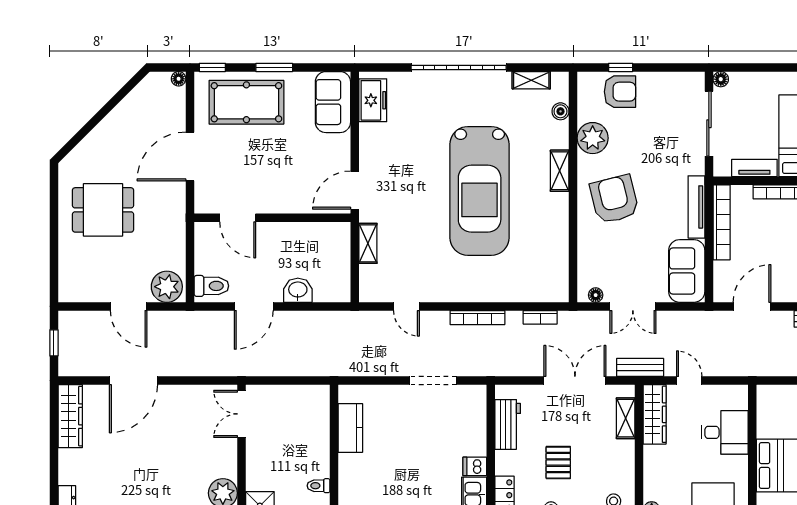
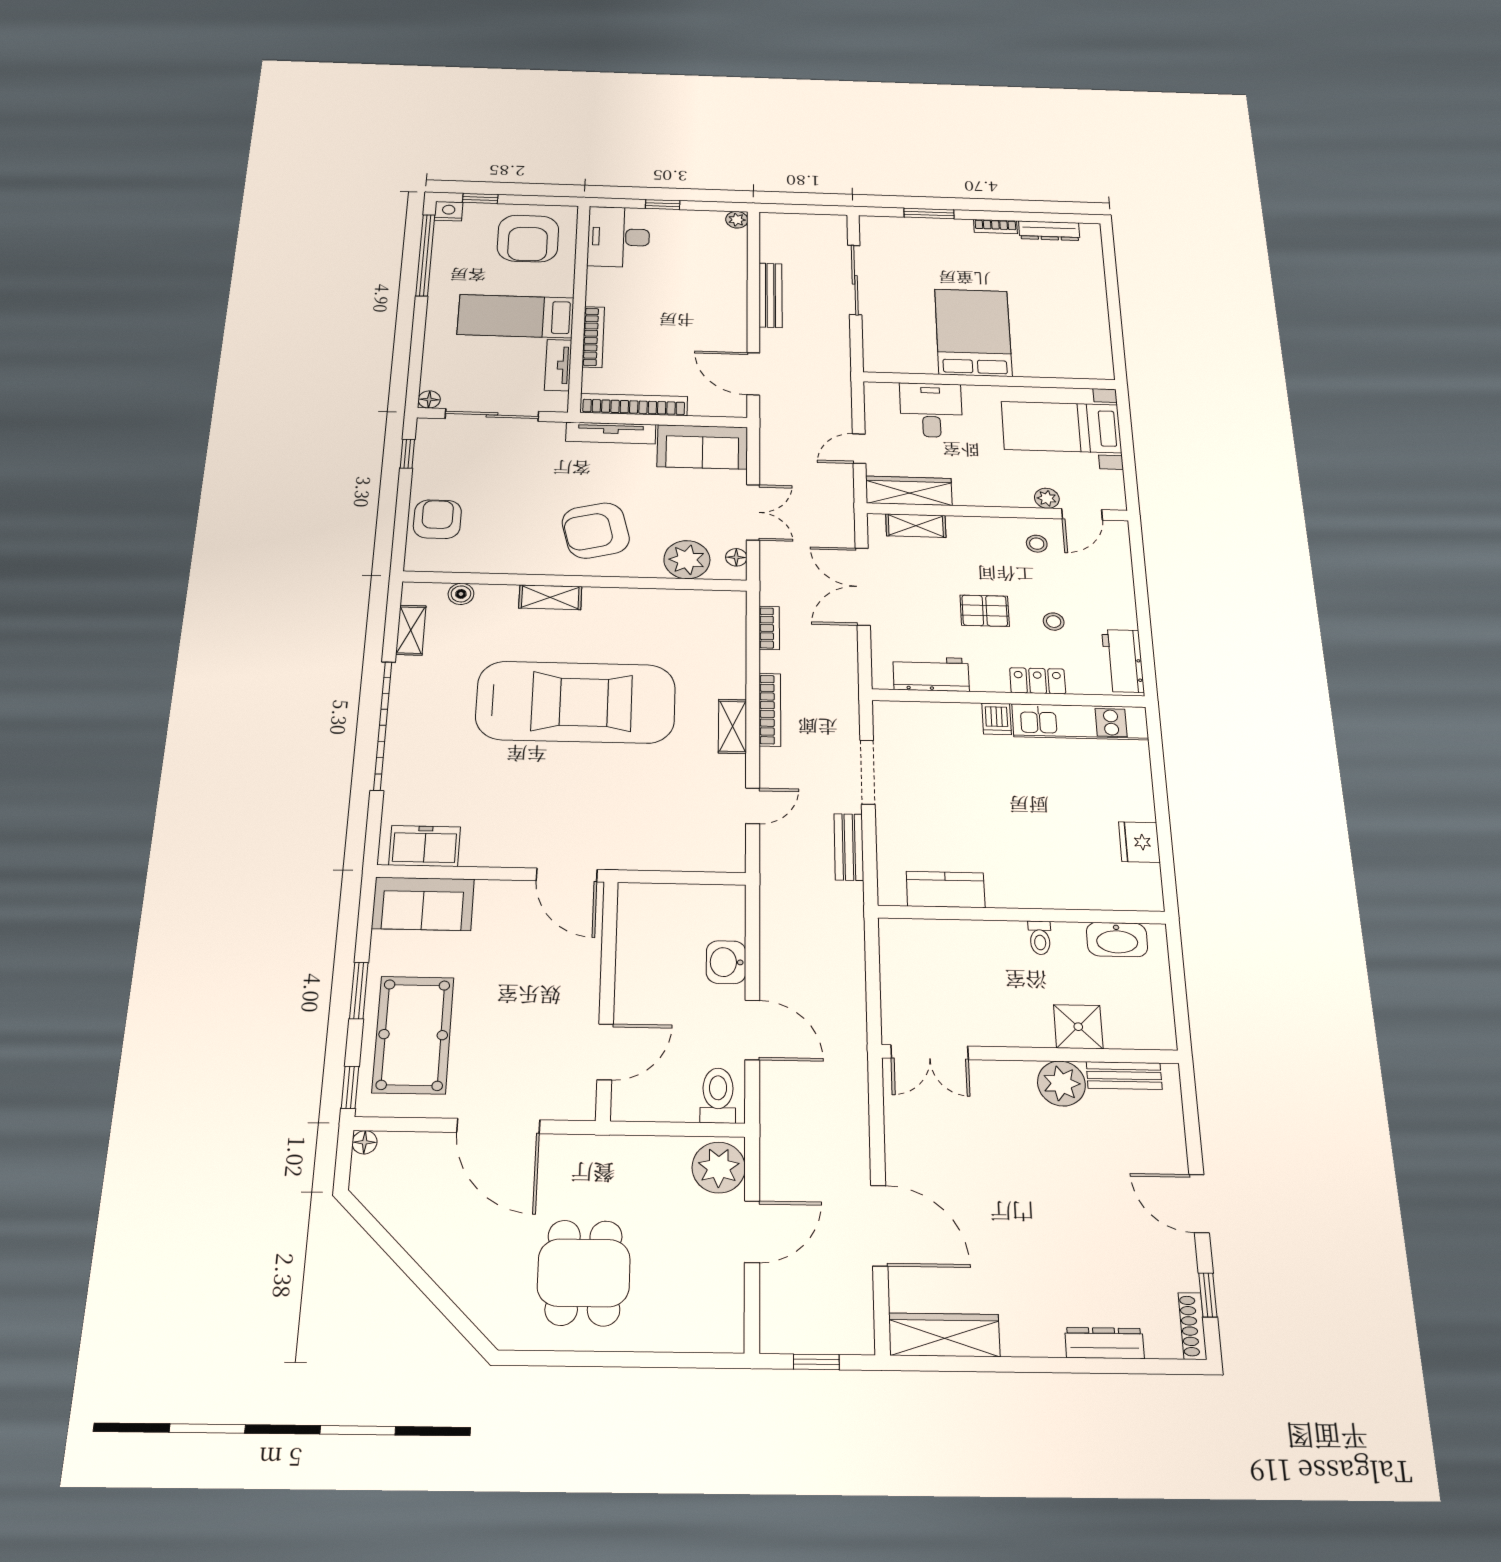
window: (621, 67) -> (407, 454), moved
plant: (593, 138) -> (687, 560), moved
shelving: (368, 243) -> (733, 726), moved, turned 90
bench: (640, 367) -> (849, 847), moved

